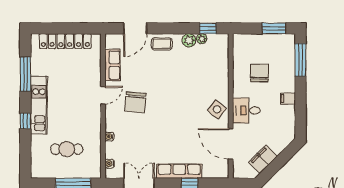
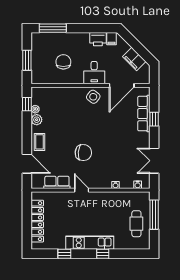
window: (274, 28) -> (27, 60), moved
chair: (259, 73) -> (63, 62), turned 90
window: (25, 74) -> (64, 254), width x0.46
filing cabinet: (288, 98) -> (112, 39), moved
chair: (135, 102) -> (83, 153), moved
printer: (287, 115) -> (98, 39), added
cafe table: (67, 149) -> (136, 224), moved
row of seats: (179, 171) -> (144, 114), moved

